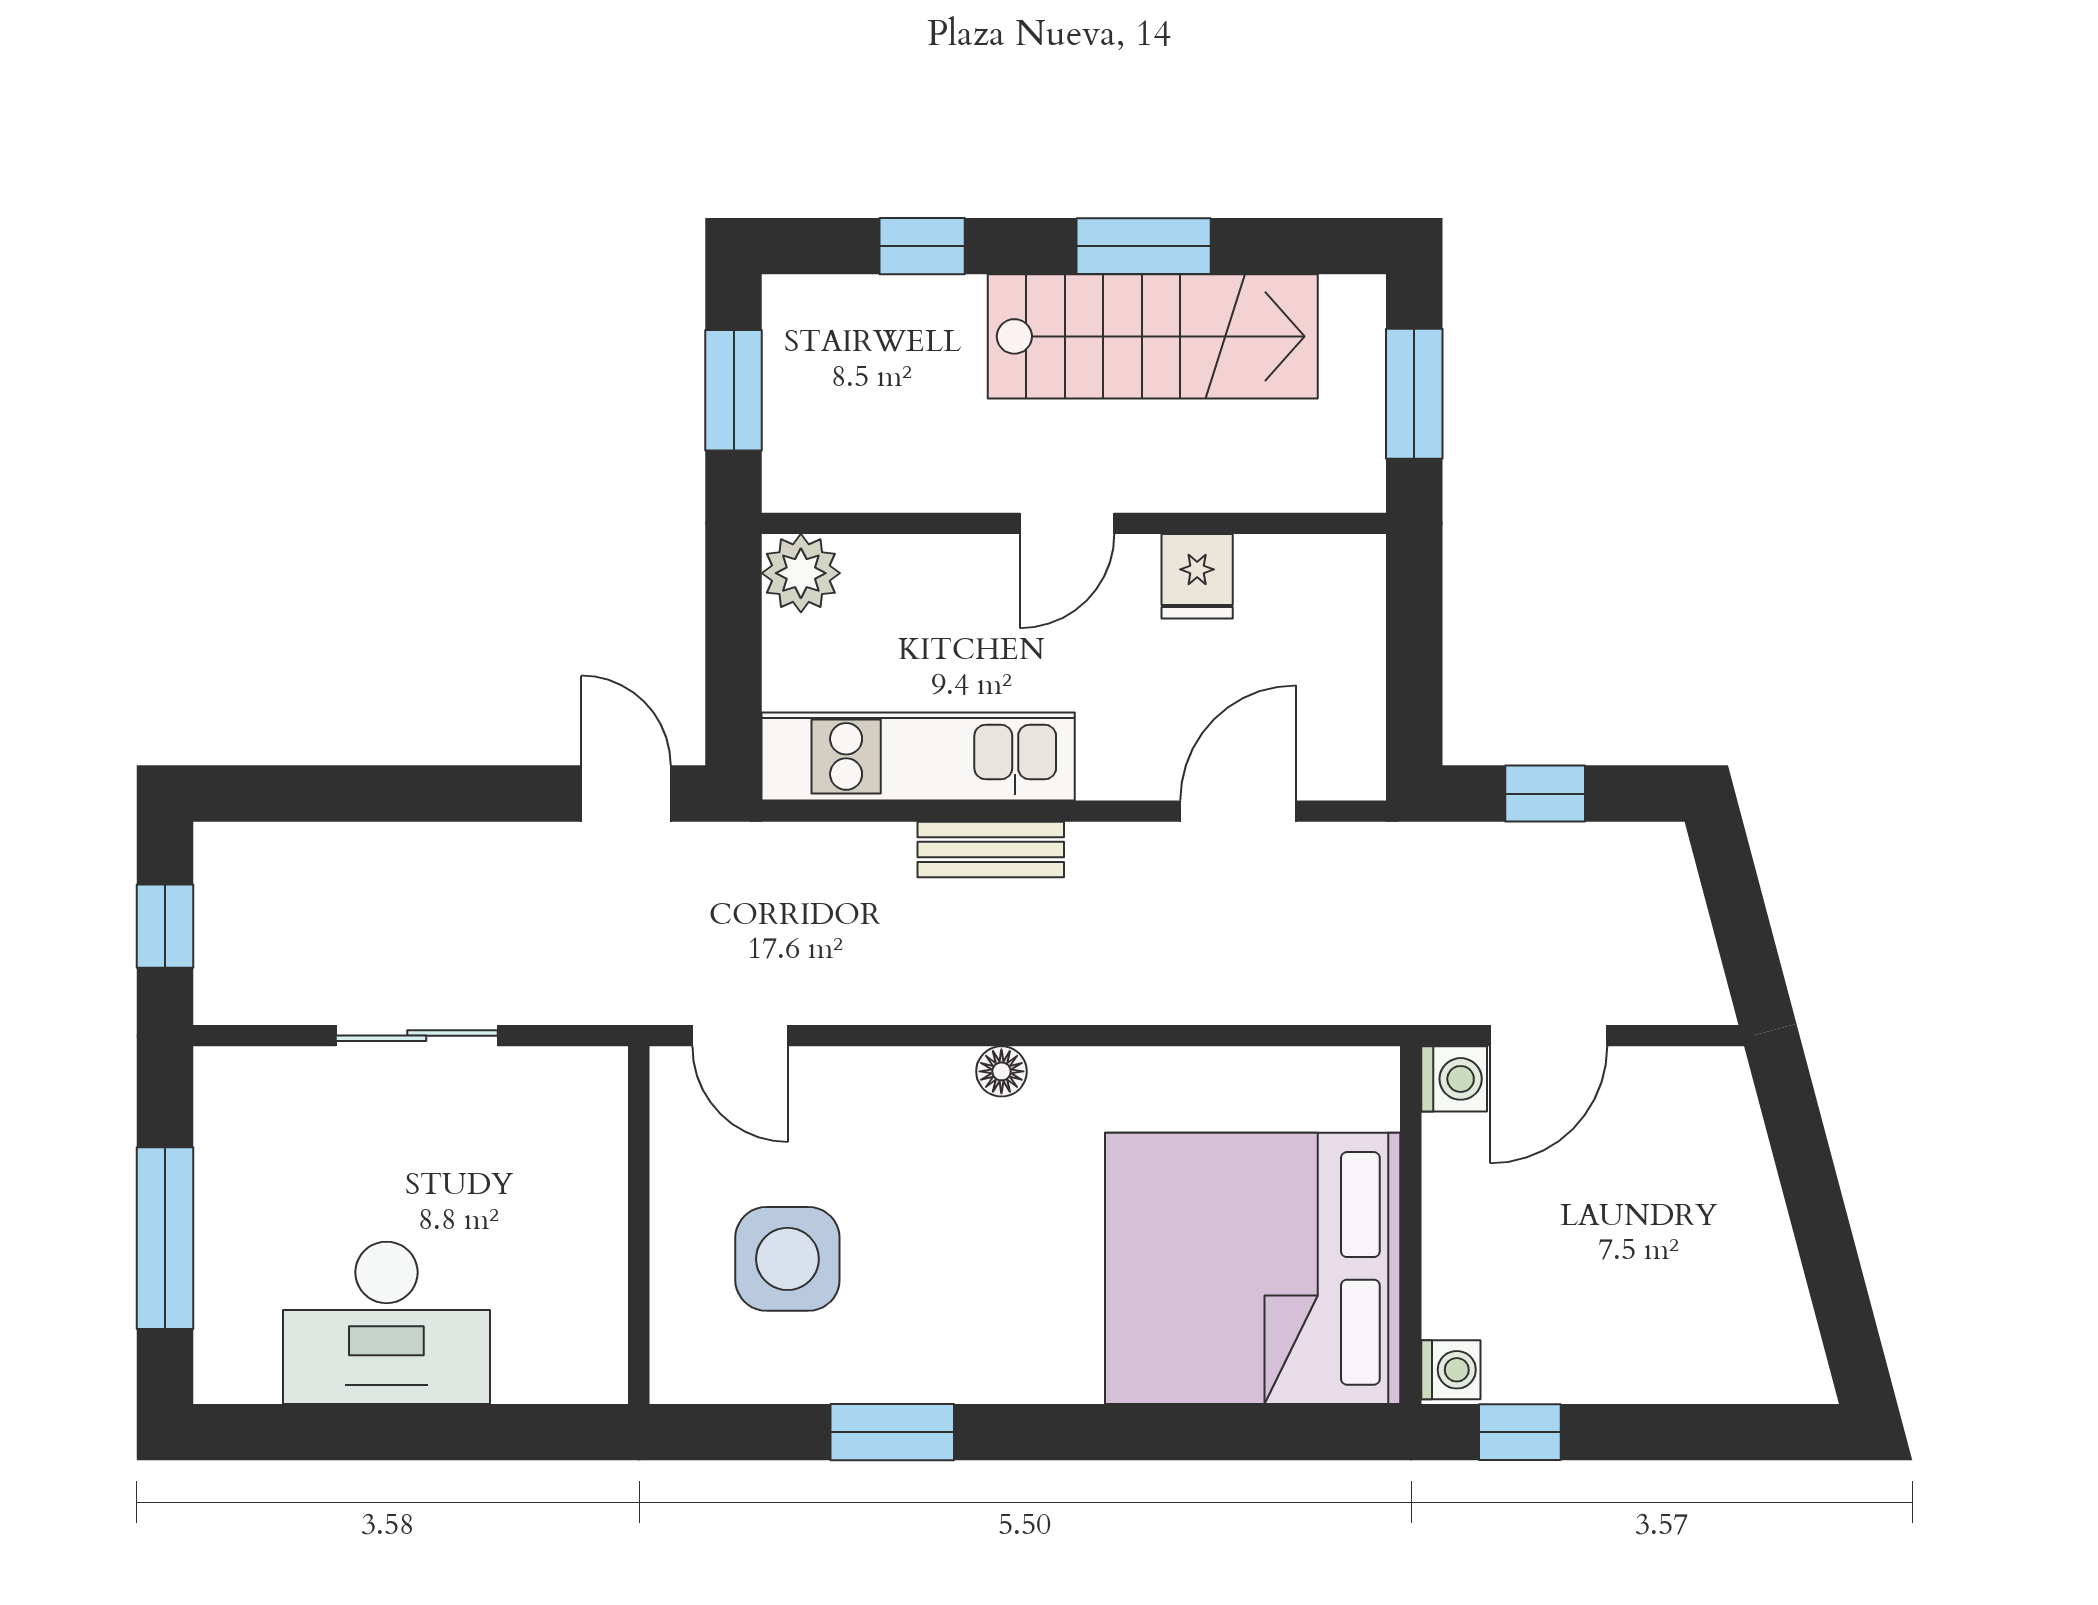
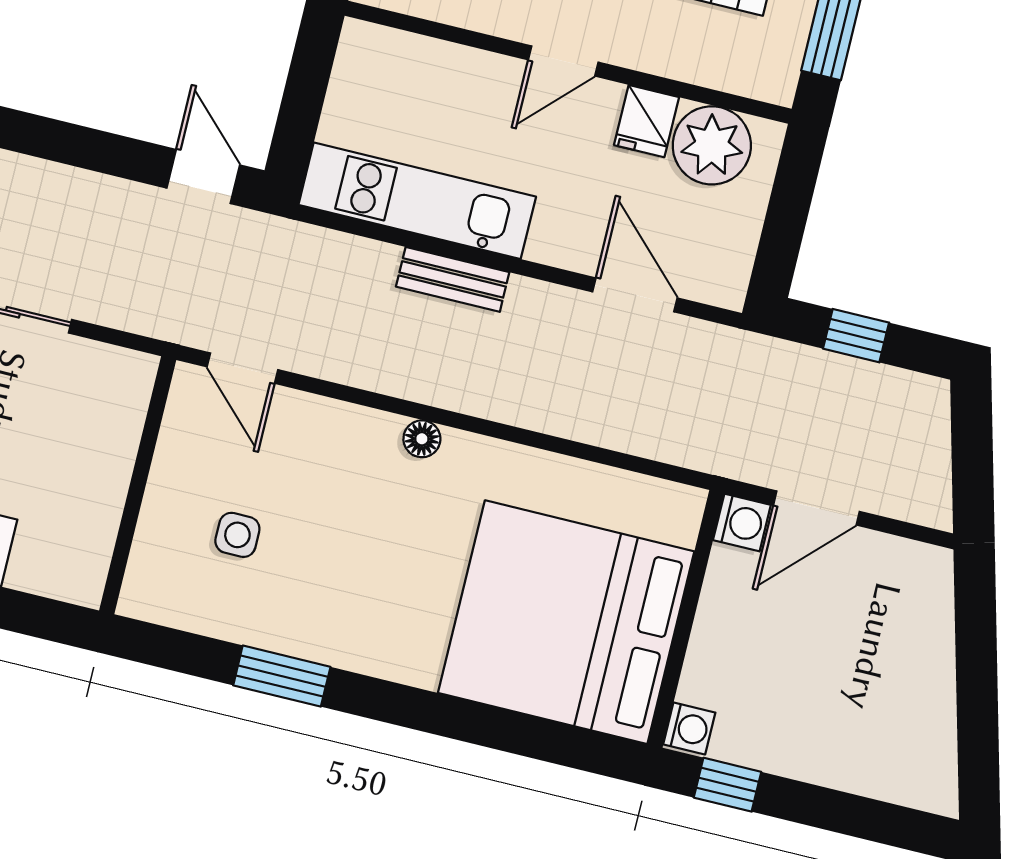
plant: (801, 573) -> (712, 145), moved, width x1.36, depth x1.36
door: (1238, 811) -> (635, 295), hinge flipped
side table: (787, 1259) -> (237, 535), width x0.54, depth x0.54

